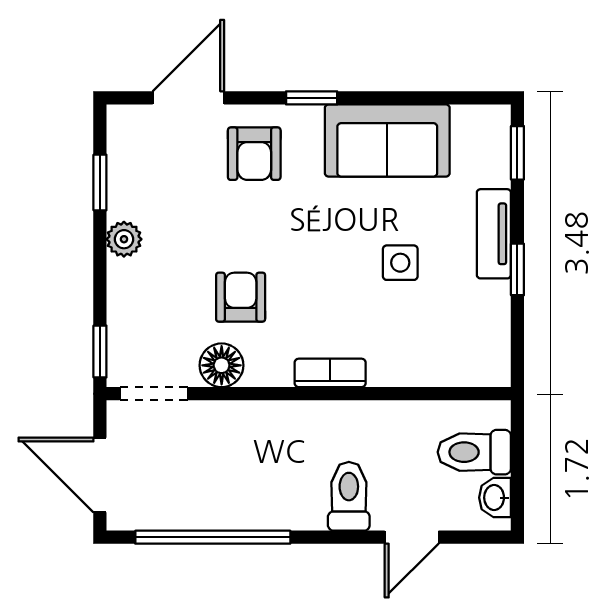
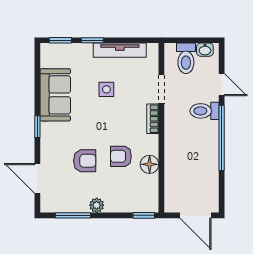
armchair: (254, 154) -> (85, 161), moved
window: (100, 182) -> (73, 215), width x1.50
tv unit: (494, 234) -> (120, 50), moved, width x1.41
window: (517, 269) -> (92, 40), moved
doorway: (154, 394) -> (161, 89), moved
door: (100, 475) -> (196, 215), hinge flipped
window: (213, 537) -> (222, 138), moved

